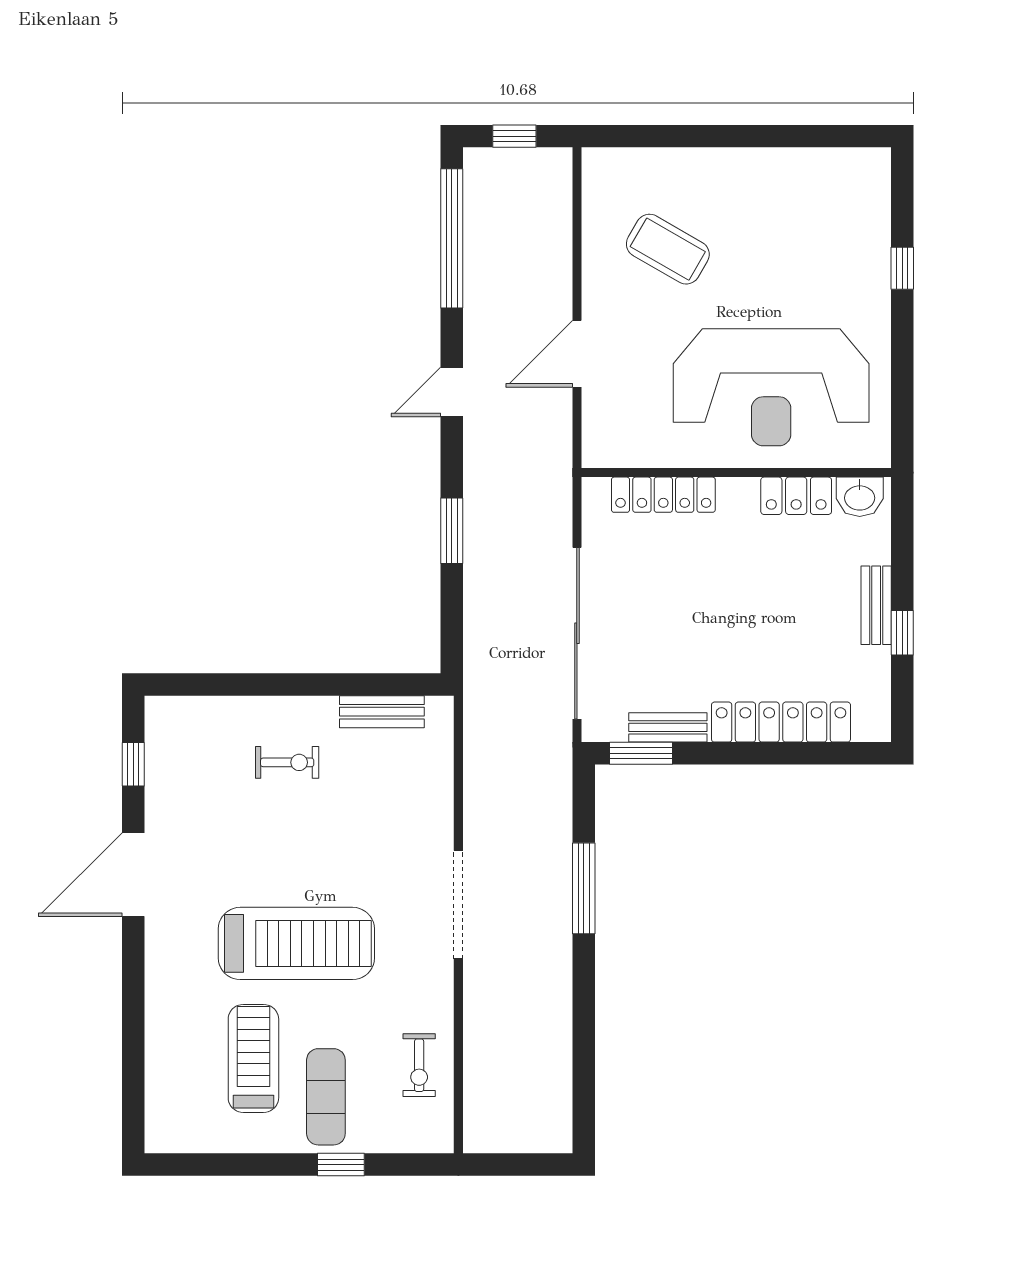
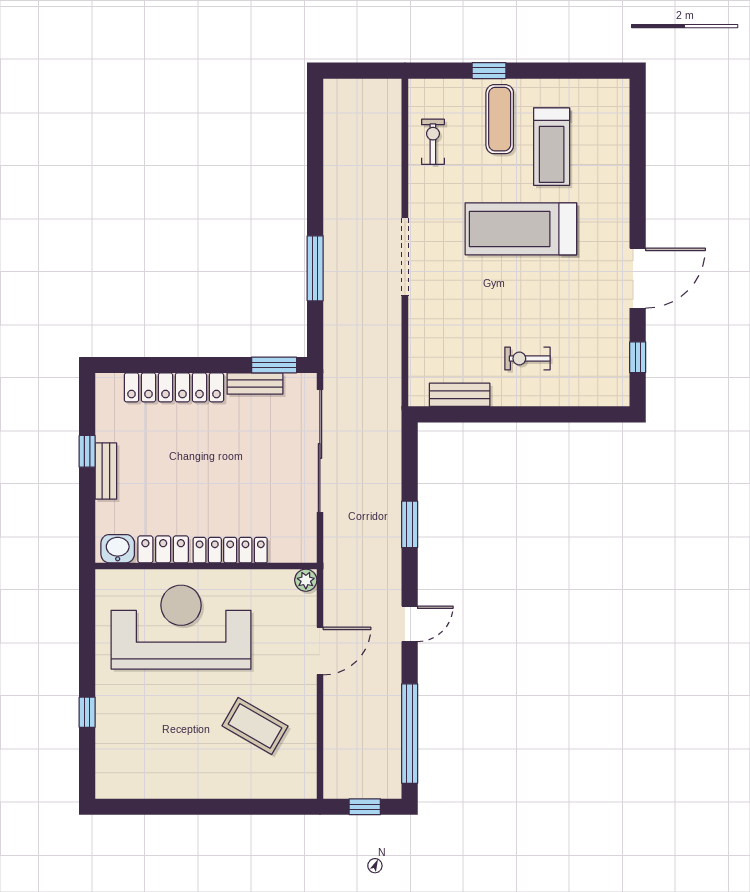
plant: (597, 453) -> (306, 580), added
locker: (663, 495) -> (230, 550), moved

